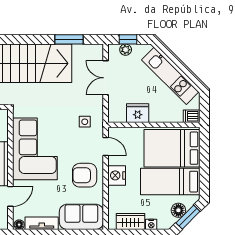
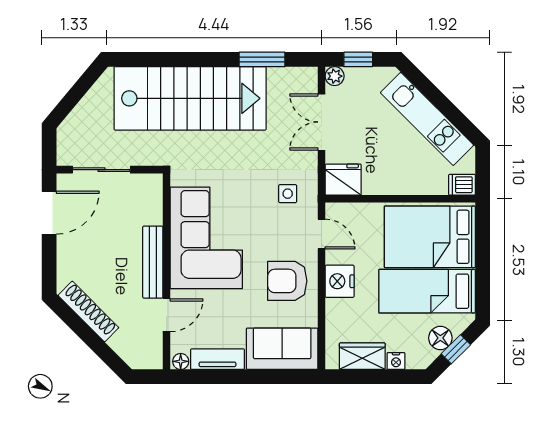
plant: (126, 50) -> (335, 76), moved
fridge: (138, 113) -> (343, 180), moved
window: (188, 217) -> (456, 349), width x0.67

